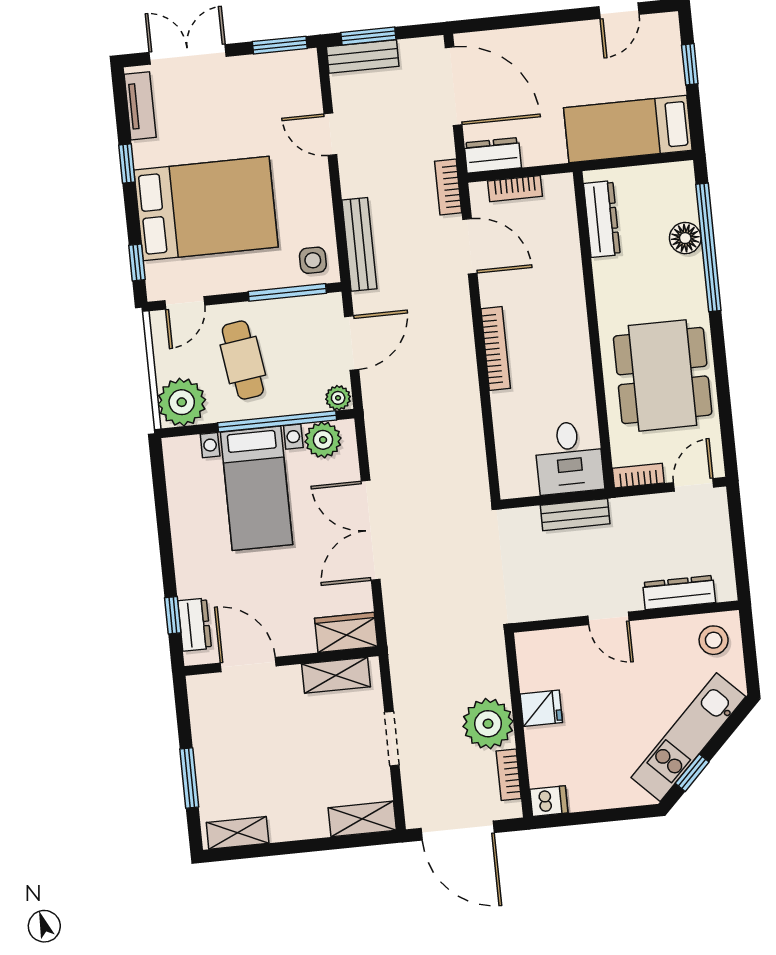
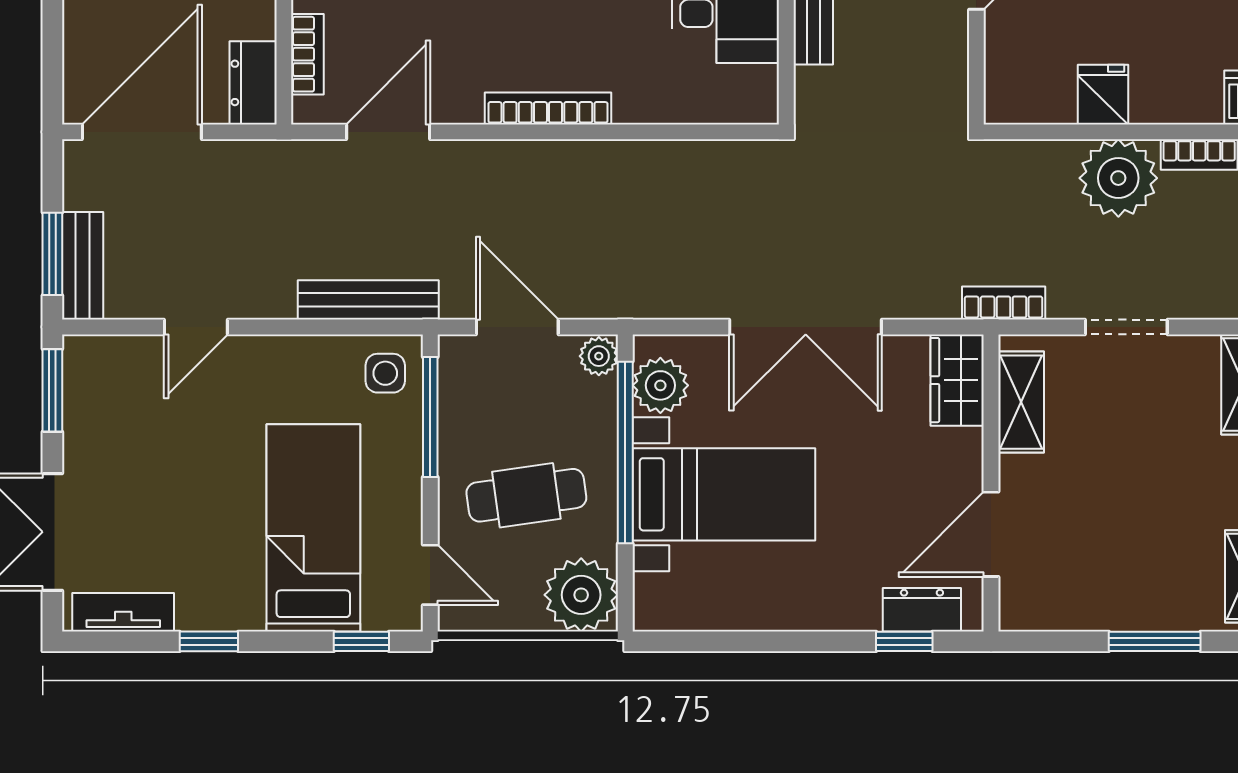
bookcase: (448, 187) -> (1004, 303), moved, turned 180
bed: (206, 209) -> (313, 528), width x0.67

